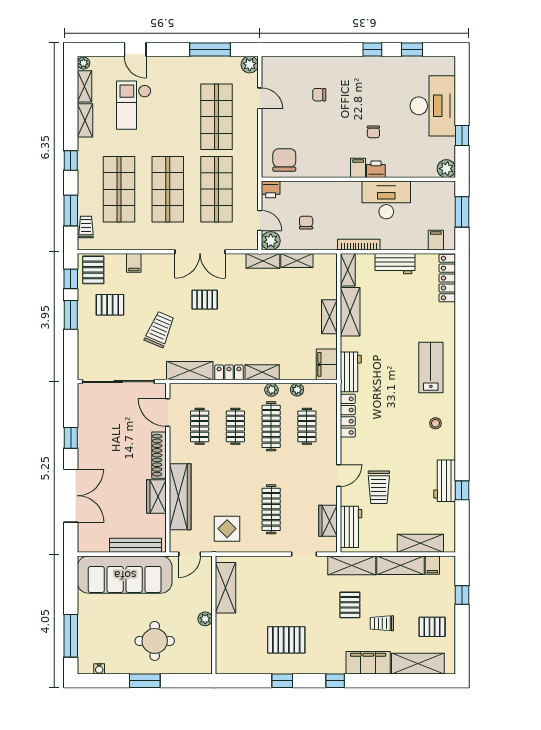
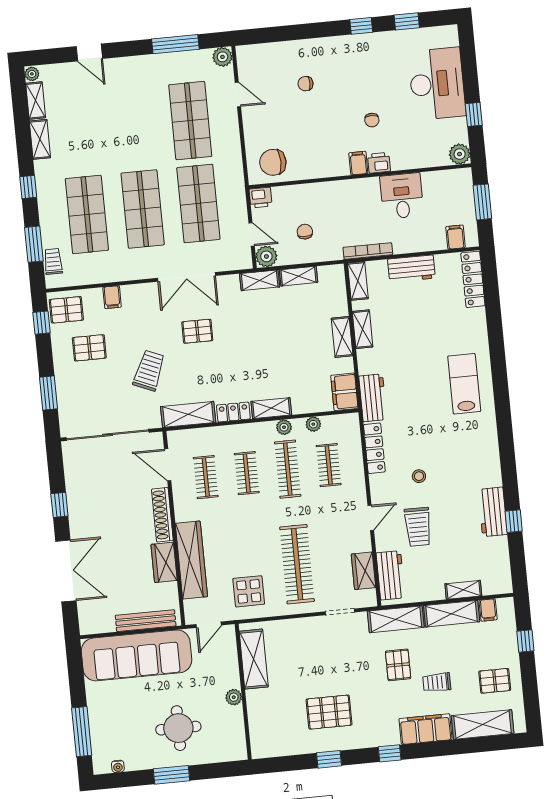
checkout: (134, 105) -> (94, 116), removed
chair: (284, 160) -> (273, 162), turned -90
desk: (386, 200) -> (402, 196), width x0.73
pallet: (93, 270) -> (66, 310), turned 90
shelving: (350, 312) -> (363, 329), width x0.67, depth x0.75
window: (71, 315) -> (48, 393), moved
stool: (435, 423) -> (419, 476), moved
clothes rail: (271, 509) -> (297, 564), width x1.37, depth x1.31
shelving: (420, 543) -> (463, 590), width x0.67, depth x0.75

